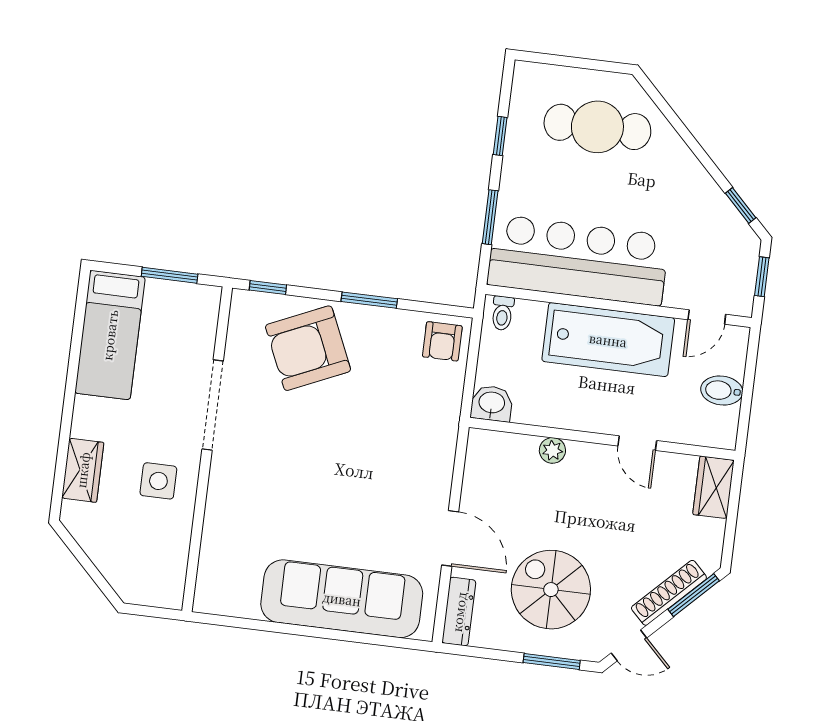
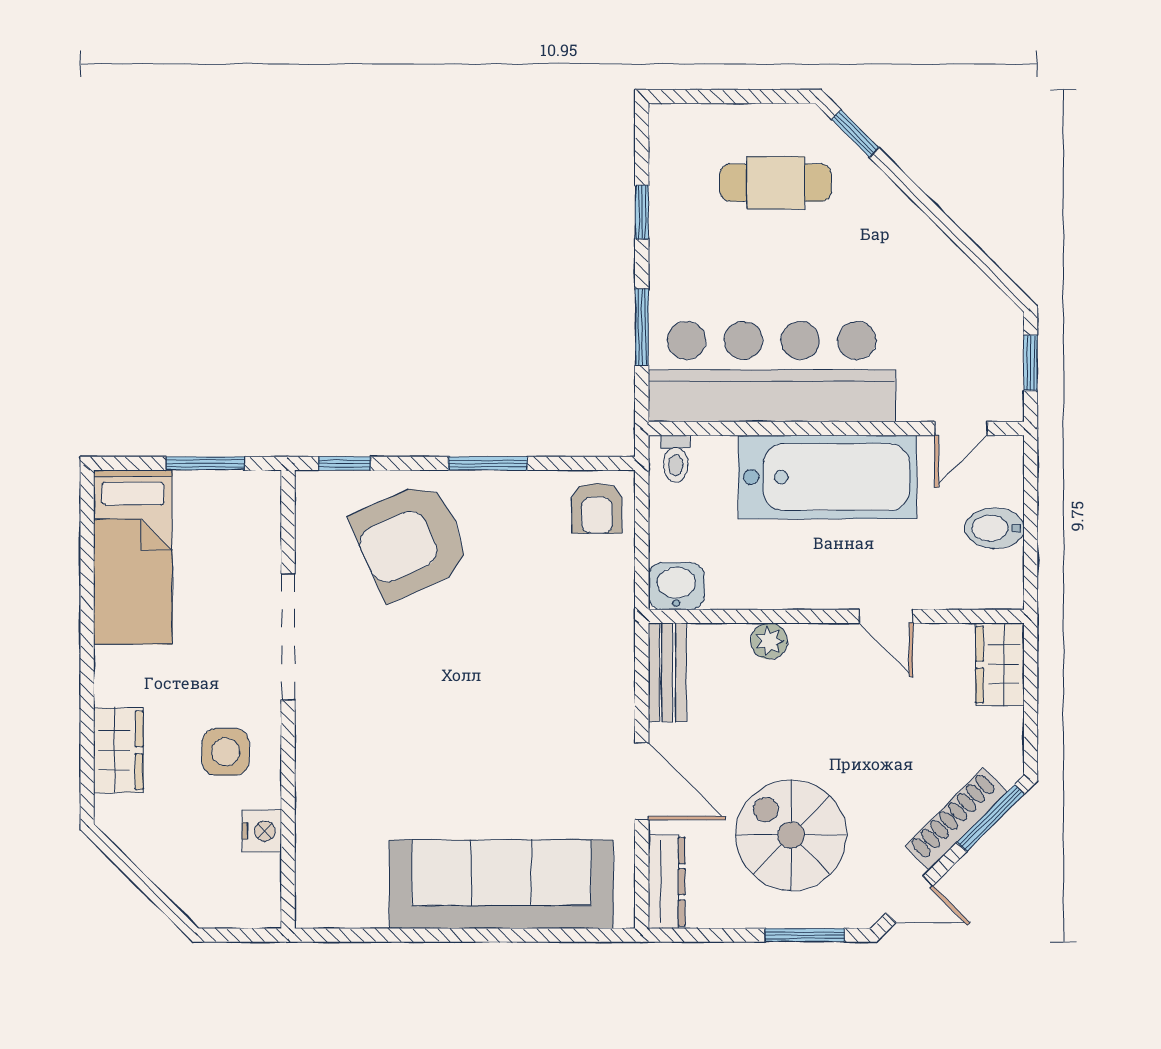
cafe table: (597, 127) -> (776, 183), width x0.73, depth x0.74
window: (741, 205) -> (855, 133), moved
bench: (478, 464) -> (667, 672), added
nightstand: (177, 540) -> (262, 831), added

